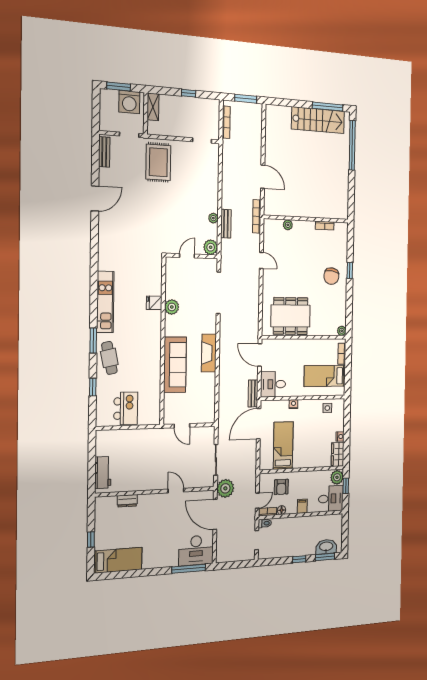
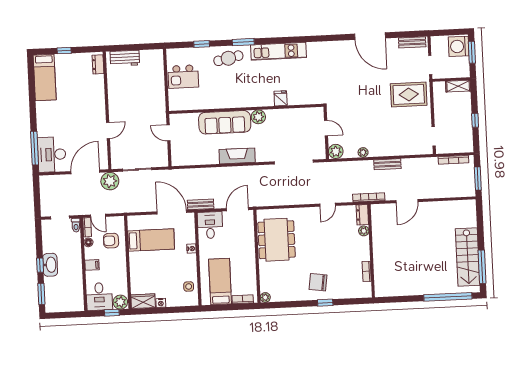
washing machine: (129, 102) -> (459, 46), moved
door: (95, 198) -> (370, 36), width x1.36
bench: (226, 224) -> (387, 164), moved
dresser: (273, 225) -> (362, 215), added
plant: (172, 307) -> (258, 117), moved
door: (182, 426) -> (168, 133), hinge flipped
dresser: (127, 501) -> (98, 64), moved
washbasin: (326, 547) -> (50, 265), moved

